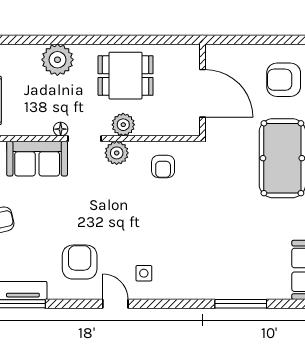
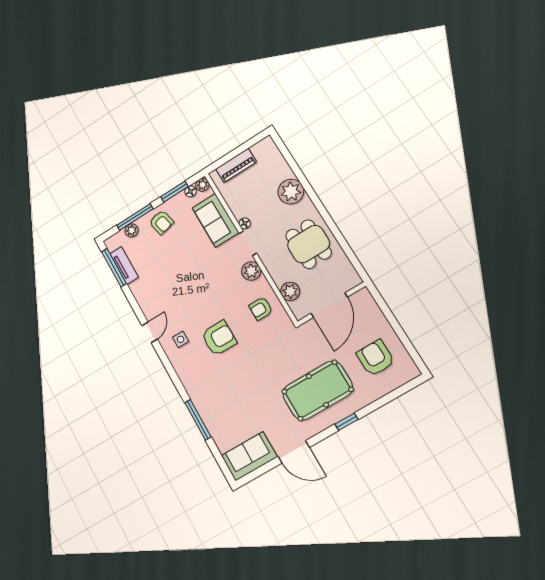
plant: (123, 125) -> (290, 291), moved
armchair: (80, 262) -> (219, 338), moved

